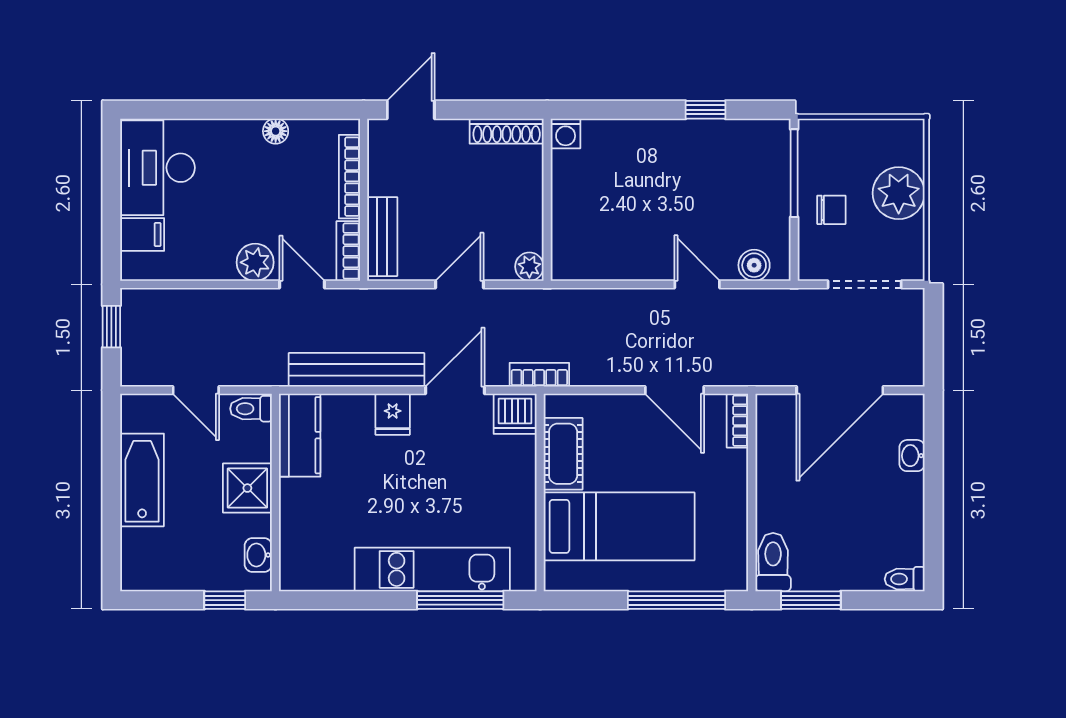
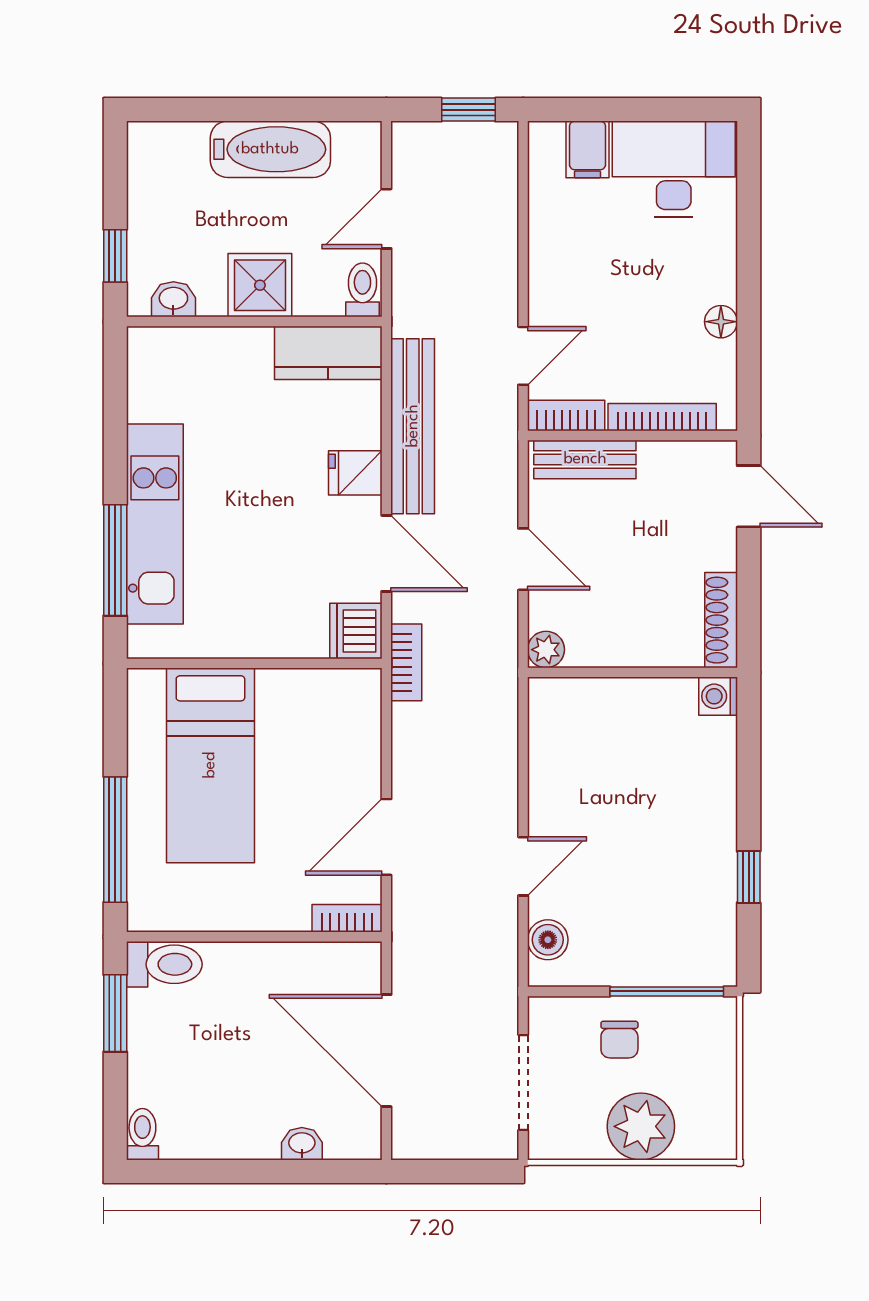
plant: (255, 262) -> (552, 295), removed
cot: (563, 454) -> (304, 693), removed

